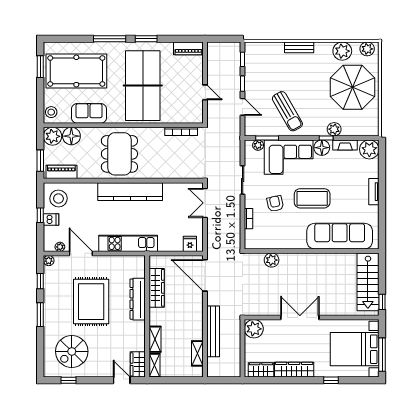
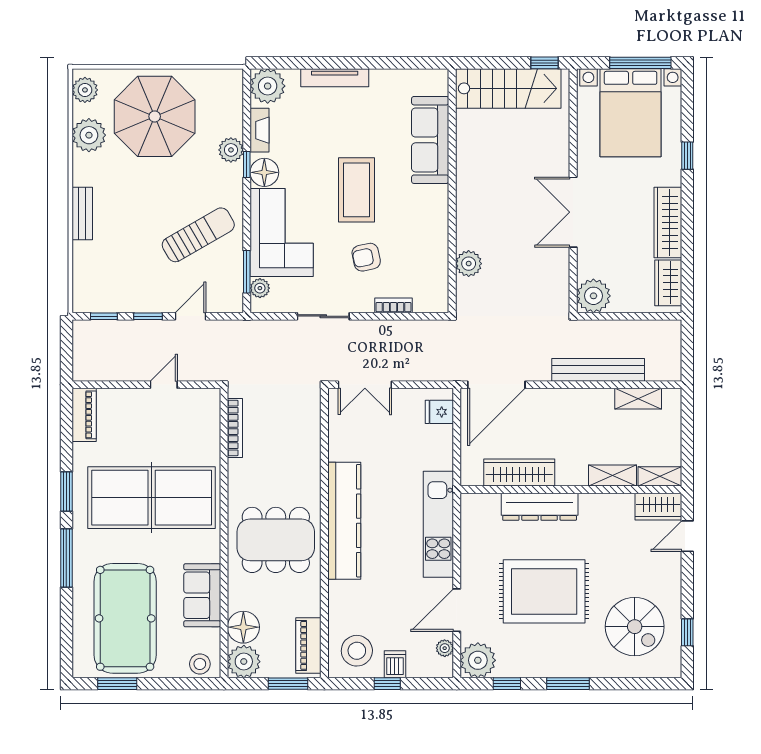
tv unit: (374, 192) -> (335, 78), width x1.41
sofa: (340, 236) -> (430, 140), width x0.74, depth x0.79
plant: (49, 261) -> (478, 660), width x1.88, depth x1.88

